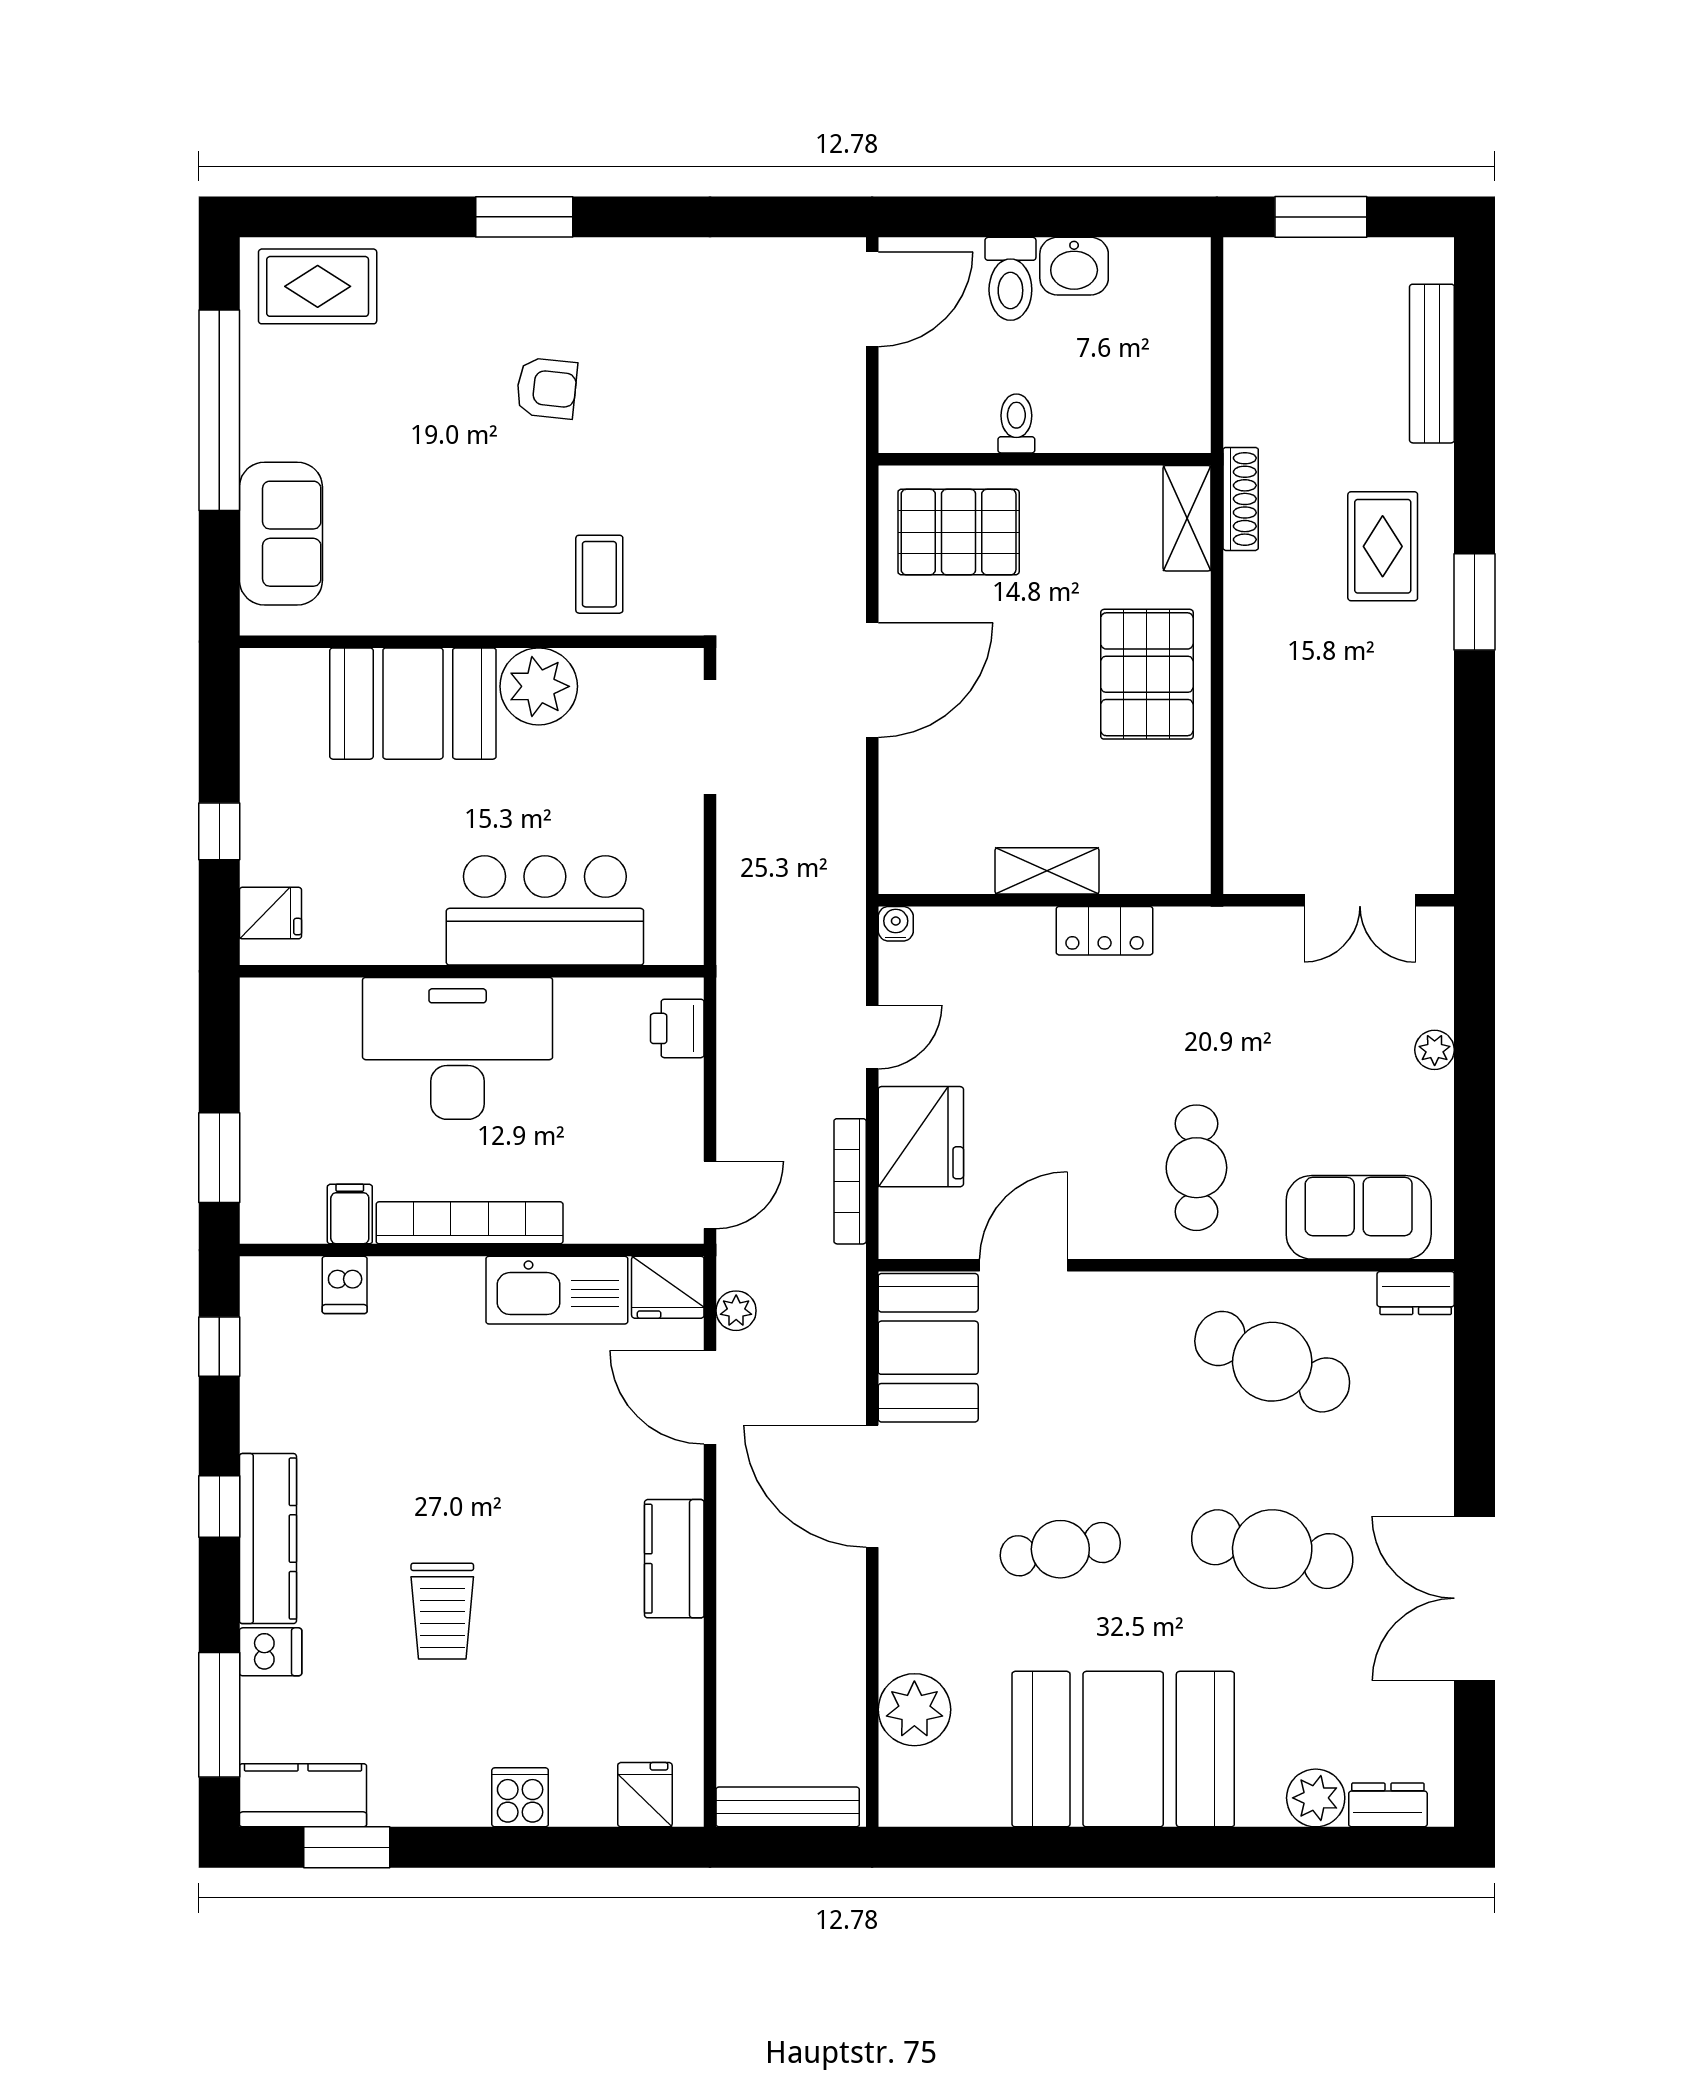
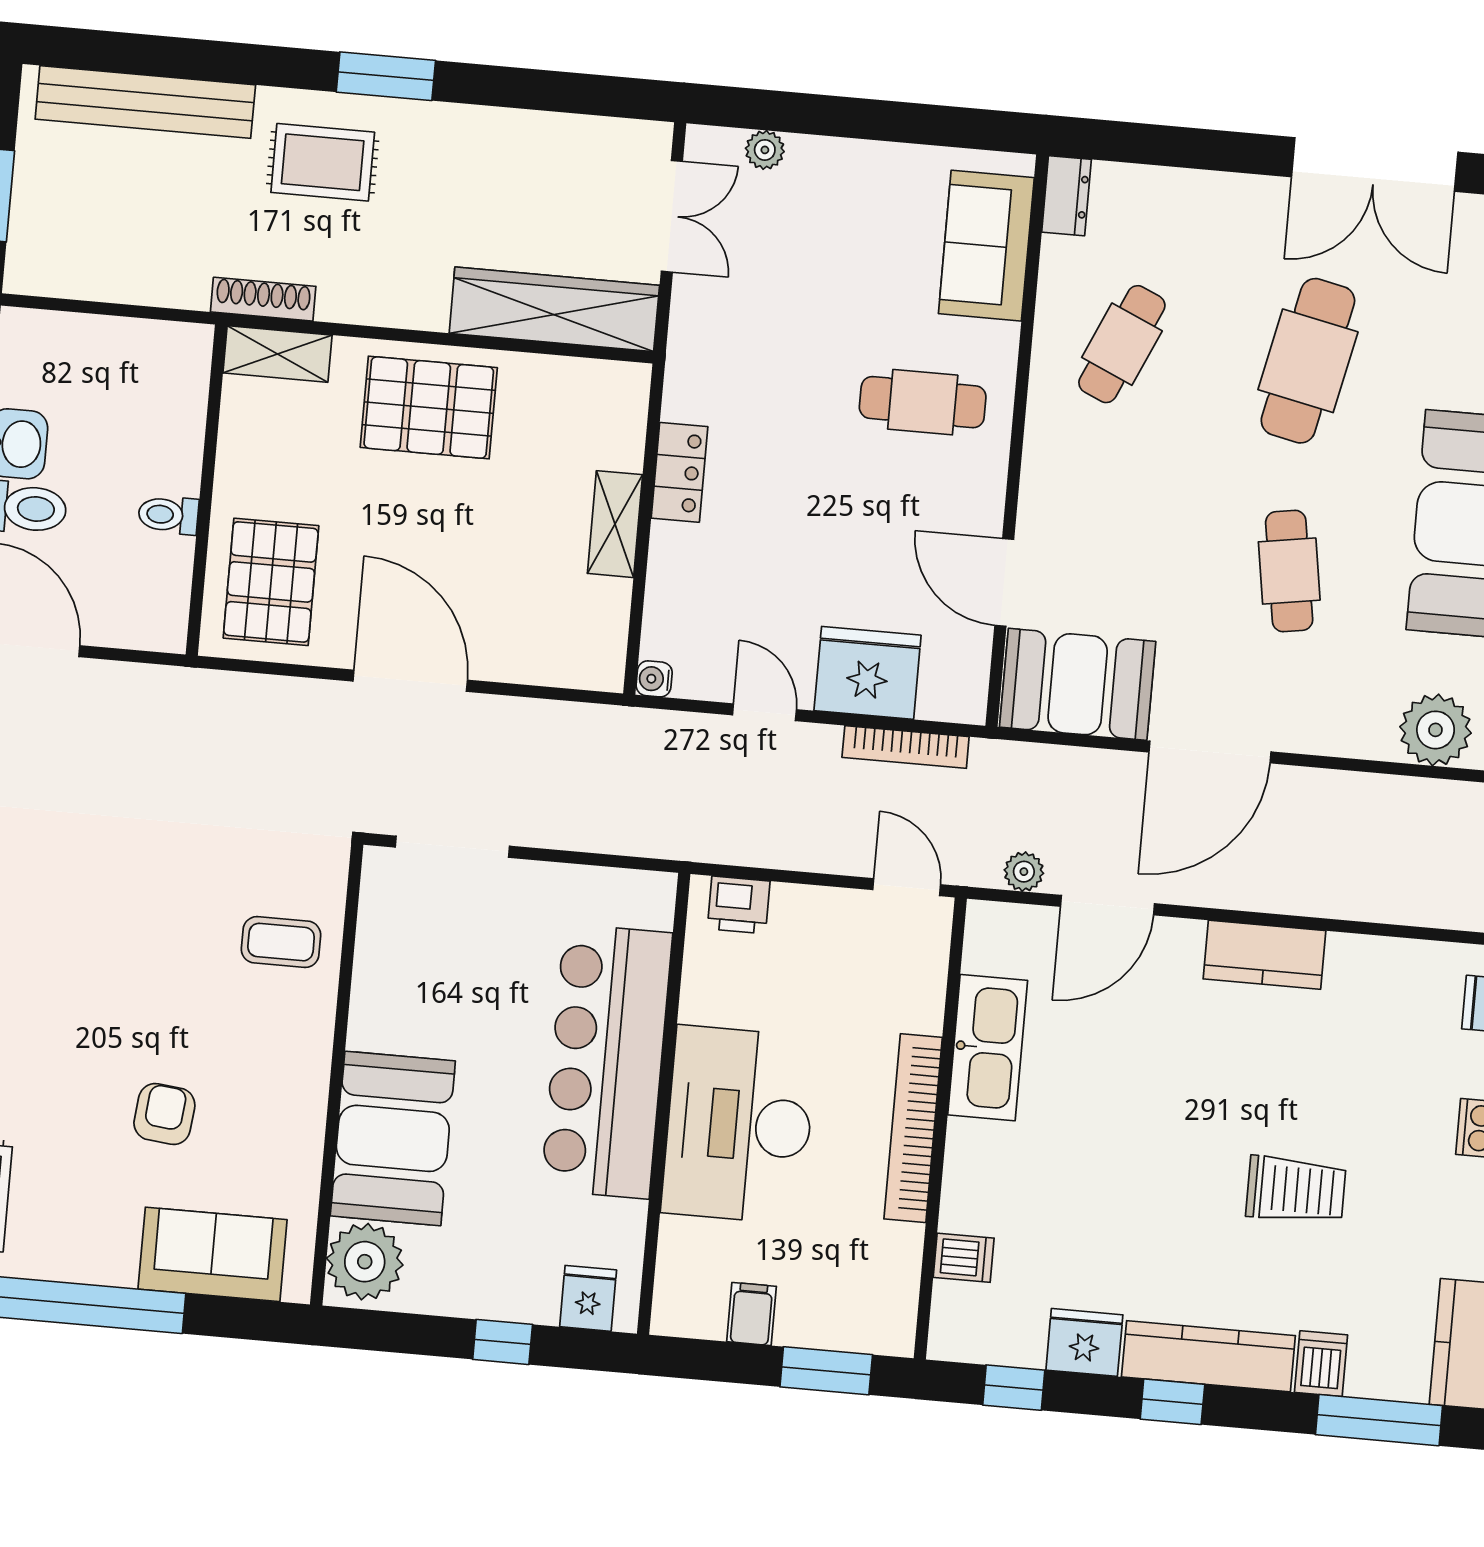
bench: (1432, 364) -> (145, 102), width x1.37, depth x1.21
armchair: (547, 388) -> (164, 1114), moved
plant: (539, 686) -> (365, 1262), moved
wardrobe: (1256, 791) -> (554, 309), added
bar counter: (545, 910) -> (607, 1061), width x1.36
plant: (1435, 1050) -> (765, 150), moved
filing cabinet: (350, 1214) -> (752, 1314), moved, turned 90
fridge: (668, 1287) -> (1084, 1342), moved, turned -90
cafe table: (1272, 1362) -> (1122, 344), width x0.73, depth x0.74

